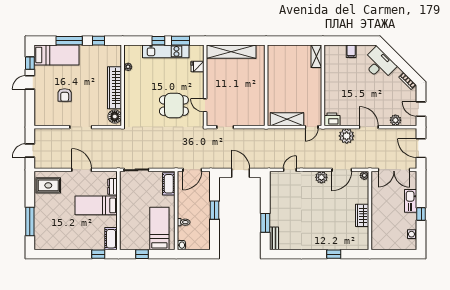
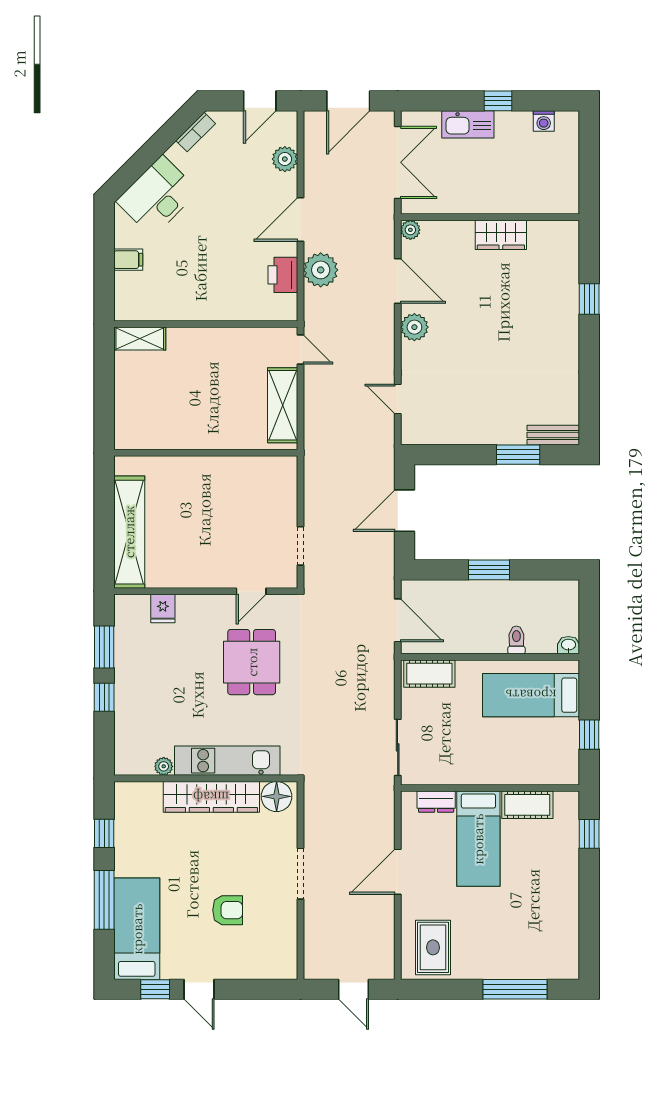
kitchen unit: (166, 51) -> (227, 761), moved, turned -90
printer: (332, 119) -> (283, 275), moved
cot: (111, 239) -> (527, 805), moved

